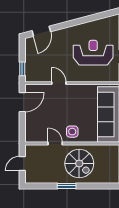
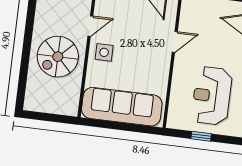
reception desk: (93, 53) -> (212, 96), turned 180
window: (67, 186) -> (28, 35), removed

